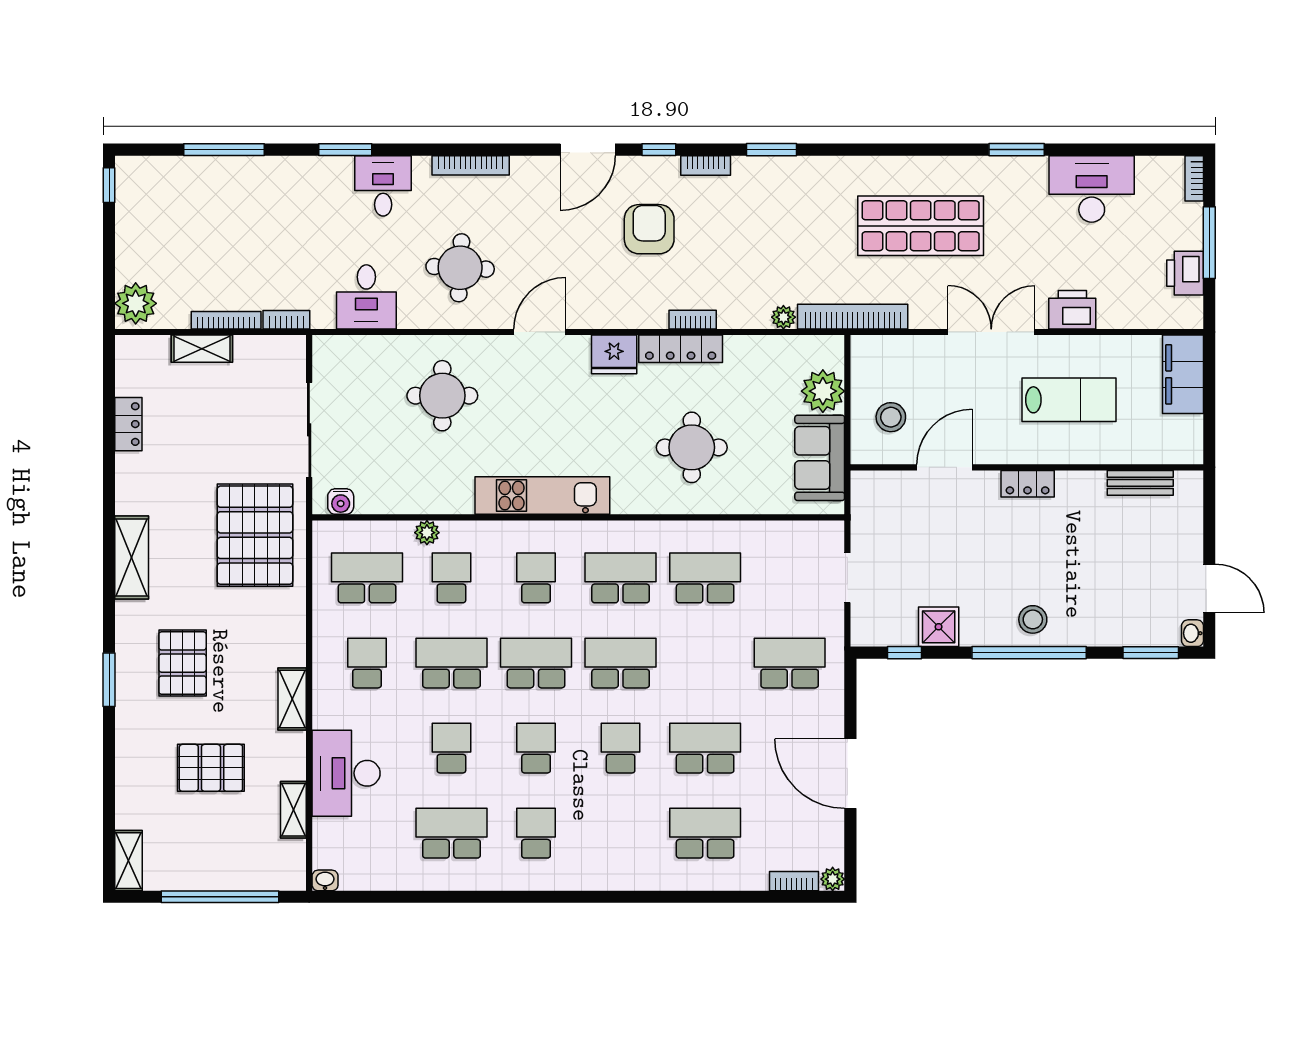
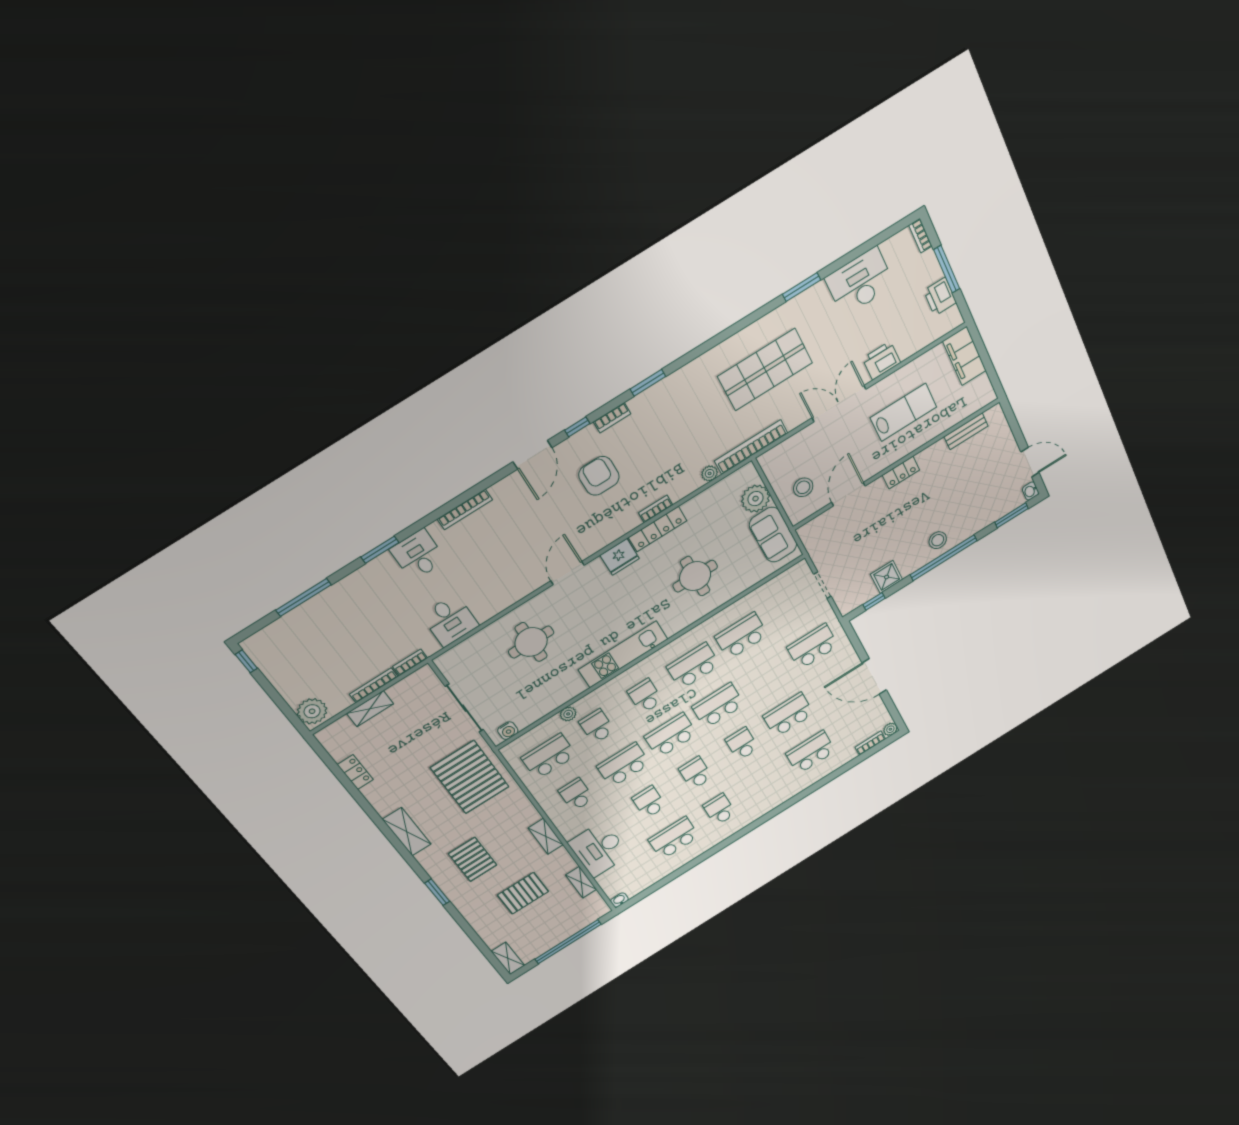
round table: (460, 268) -> (496, 569), removed

